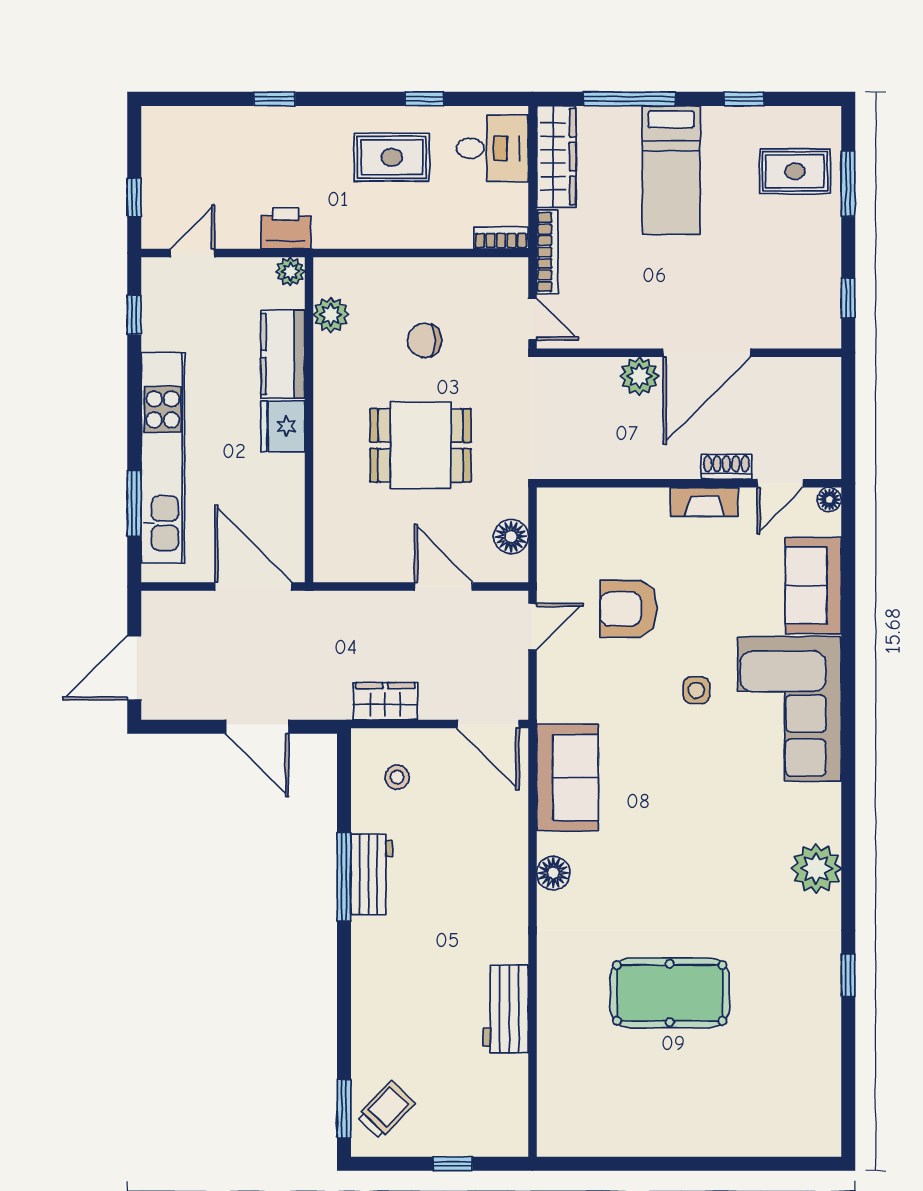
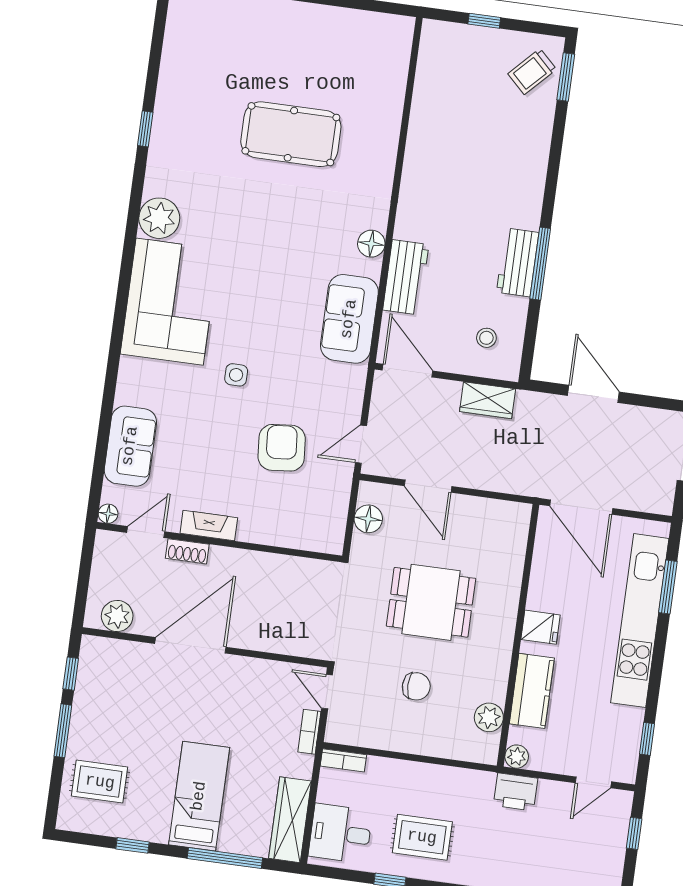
window: (848, 184) -> (63, 731), moved
bookcase: (547, 252) -> (309, 732), width x0.64
plant: (639, 376) -> (117, 616), moved
fridge: (283, 426) -> (540, 627), width x0.72
armchair: (629, 609) -> (282, 448), turned -95
corner sofa: (790, 709) -> (170, 302), moved
workbench: (506, 1009) -> (406, 277), moved

